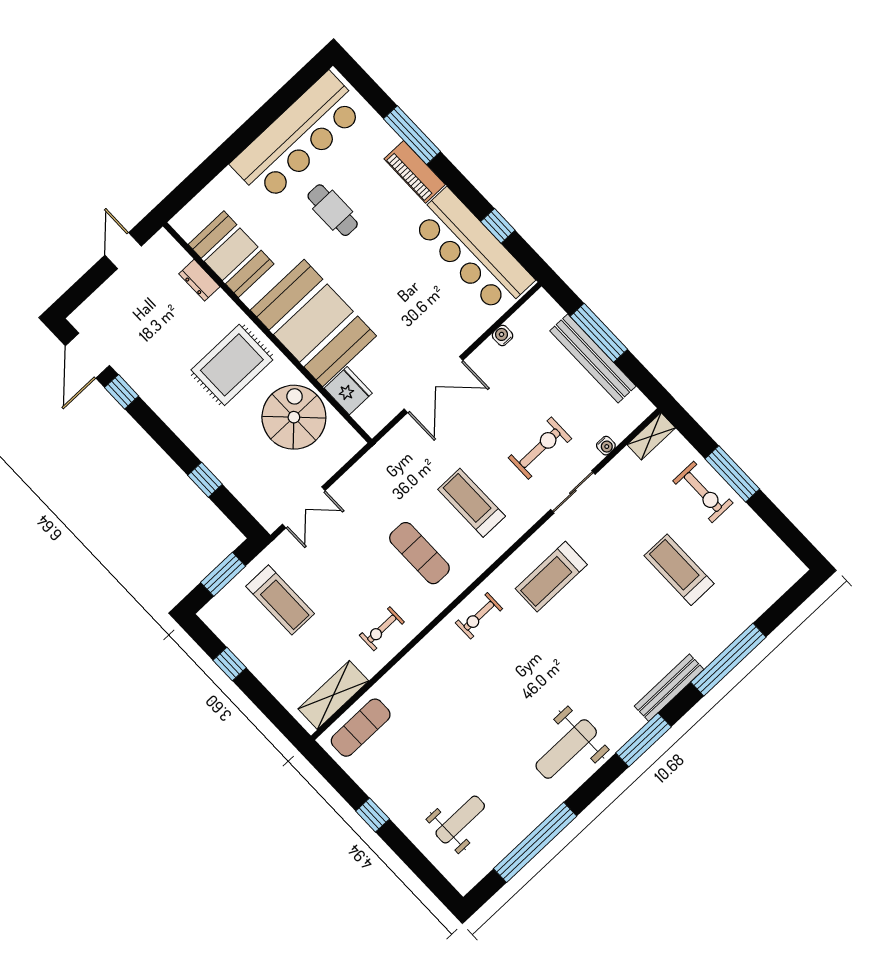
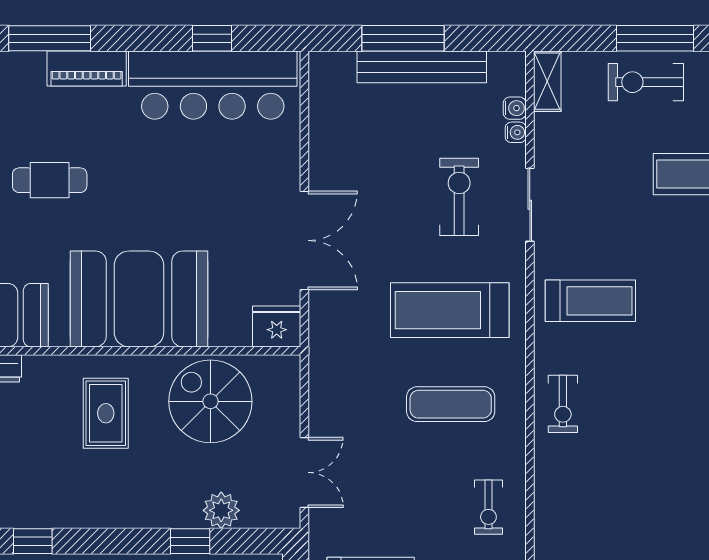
water cooler: (502, 335) -> (515, 108), moved, turned 180
rug: (232, 365) -> (106, 413), width x0.73, depth x0.70
fridge: (348, 391) -> (277, 326), moved
plant: (239, 481) -> (221, 510), added
exercise bike: (703, 492) -> (646, 82), turned 180
treadmill: (472, 503) -> (450, 310), width x1.37, depth x1.38
treadmill: (551, 577) -> (590, 301), turned -90

